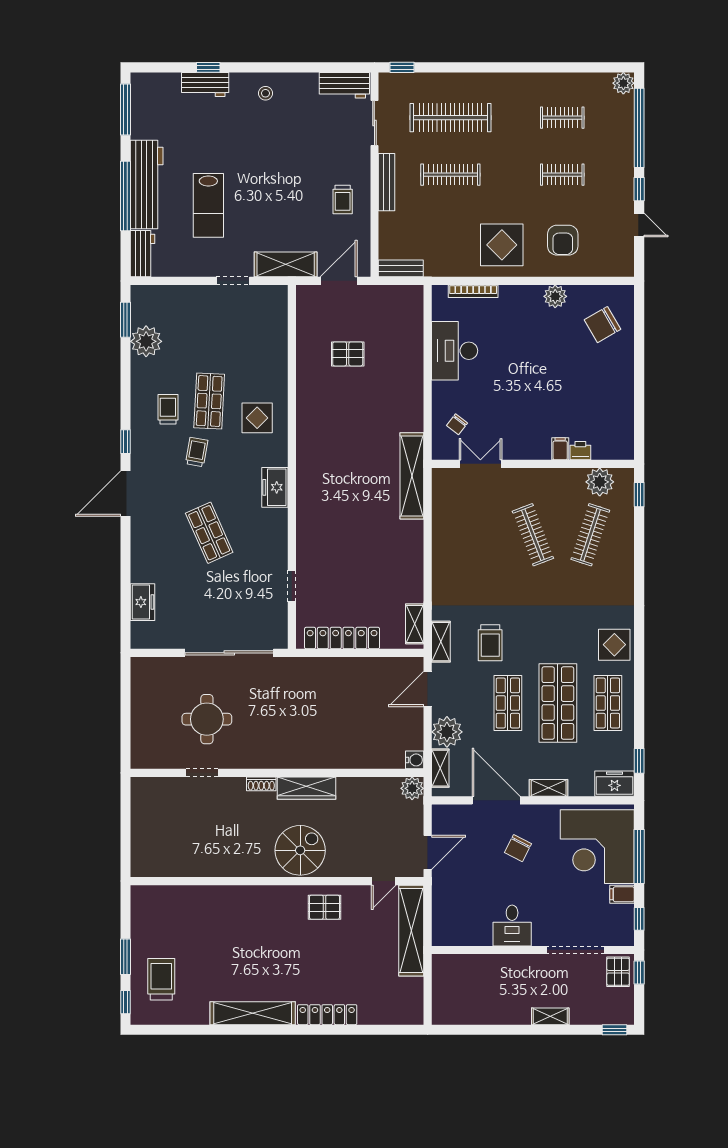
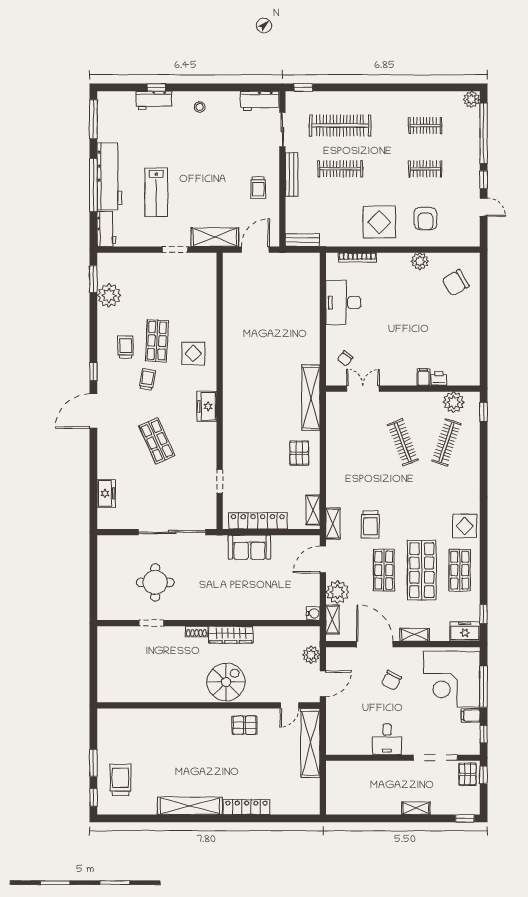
pallet: (348, 354) -> (299, 453), moved, turned 90
sofa: (331, 673) -> (249, 547), added
plant: (412, 788) -> (311, 655), moved

